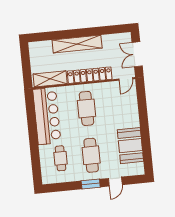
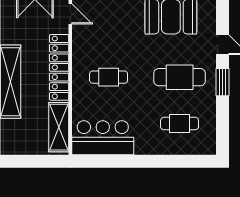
cafe table: (86, 108) -> (109, 77), width x0.73, depth x0.74
bar counter: (47, 116) -> (103, 138), width x0.73

